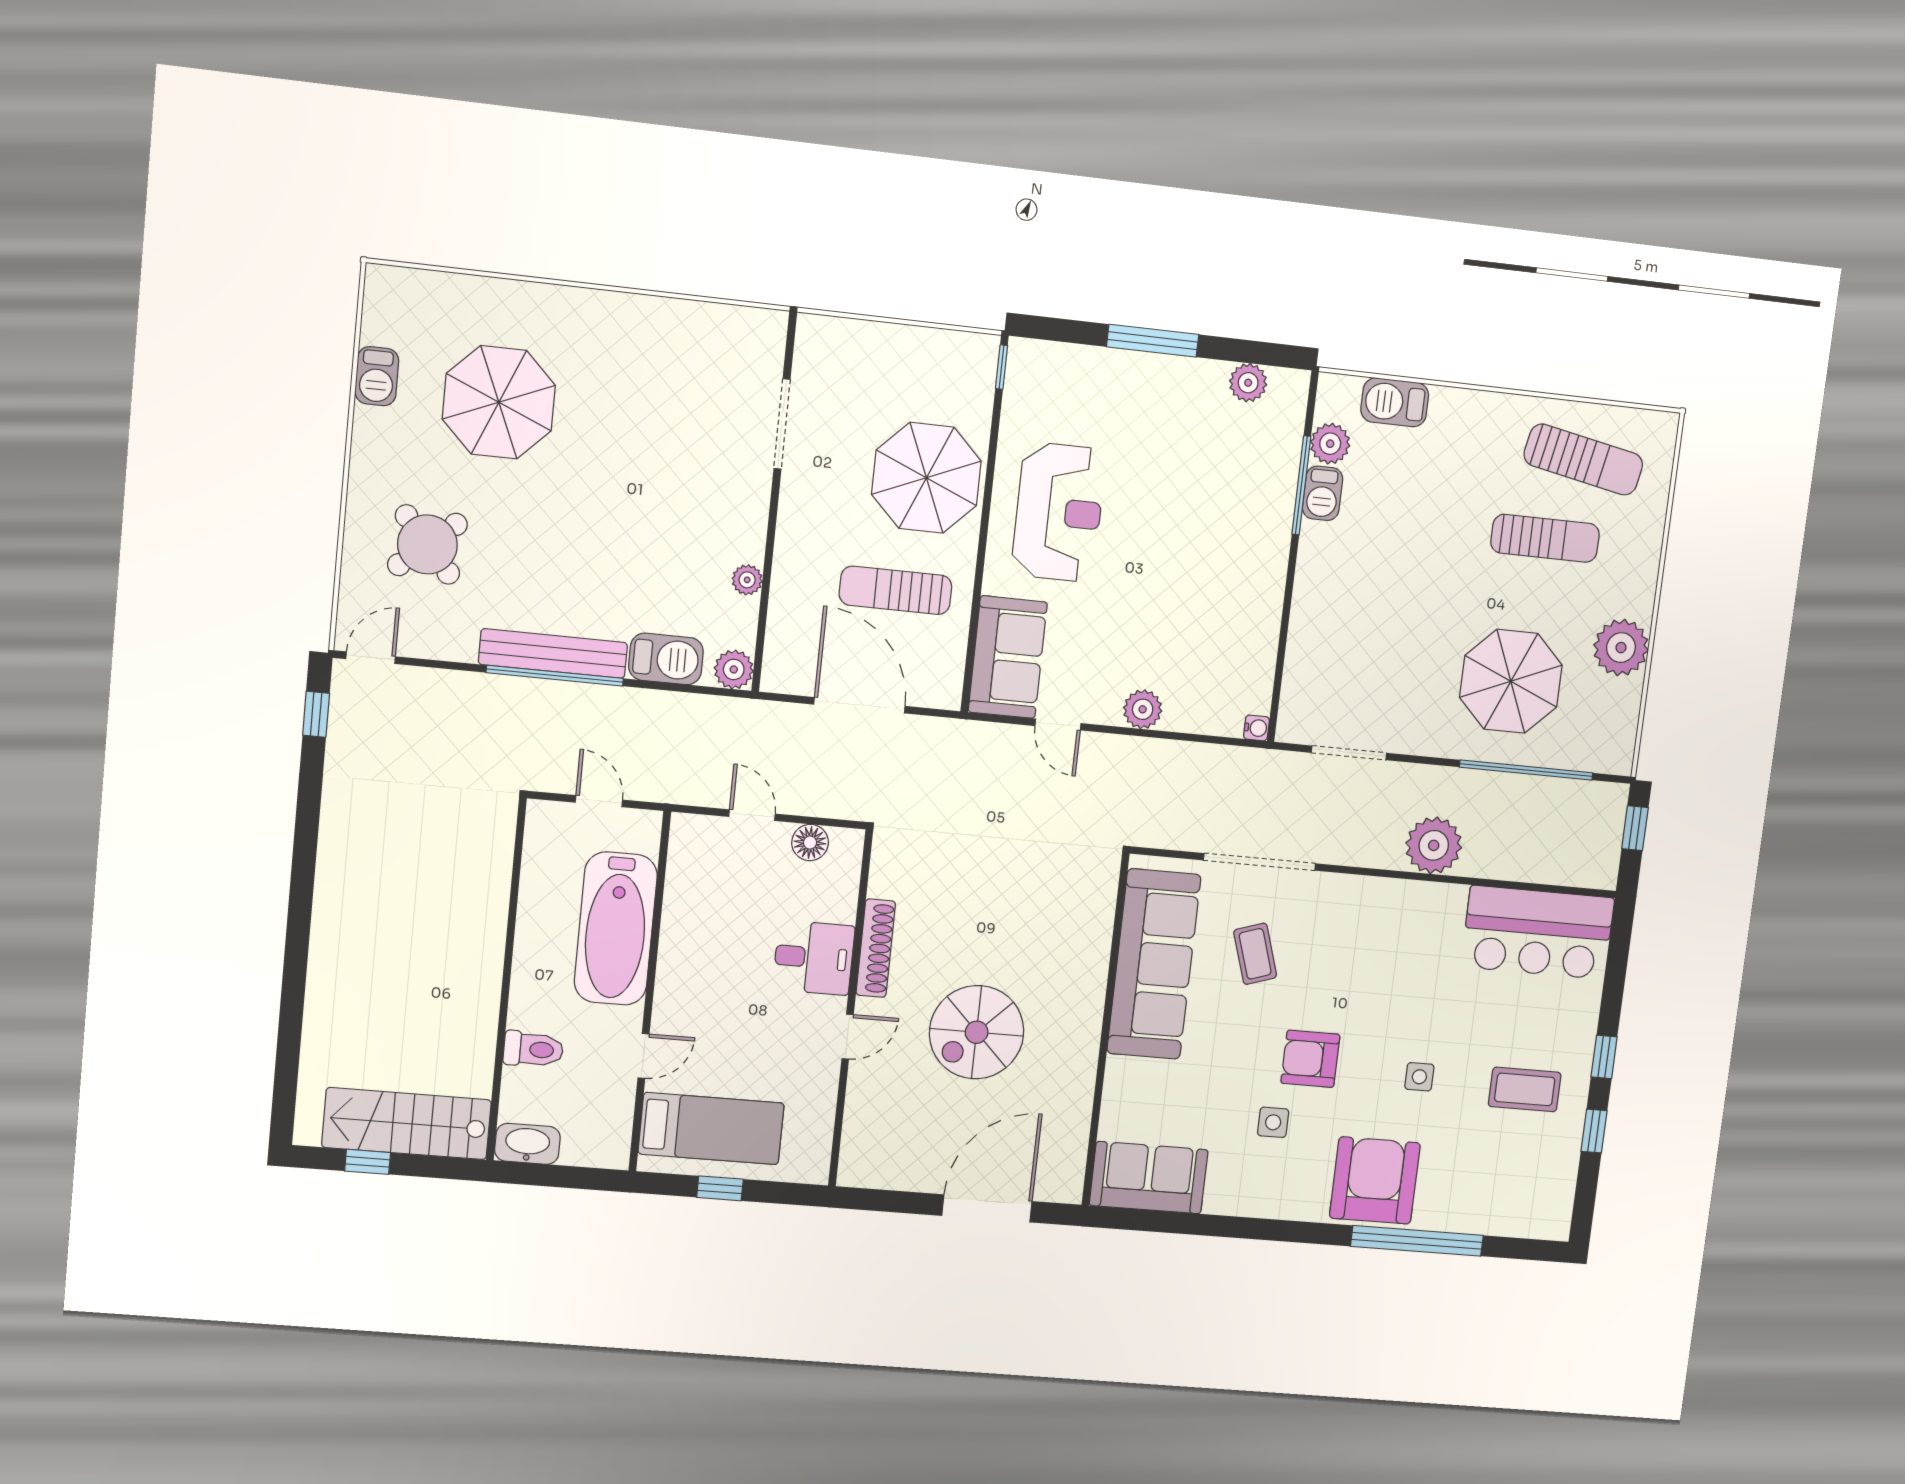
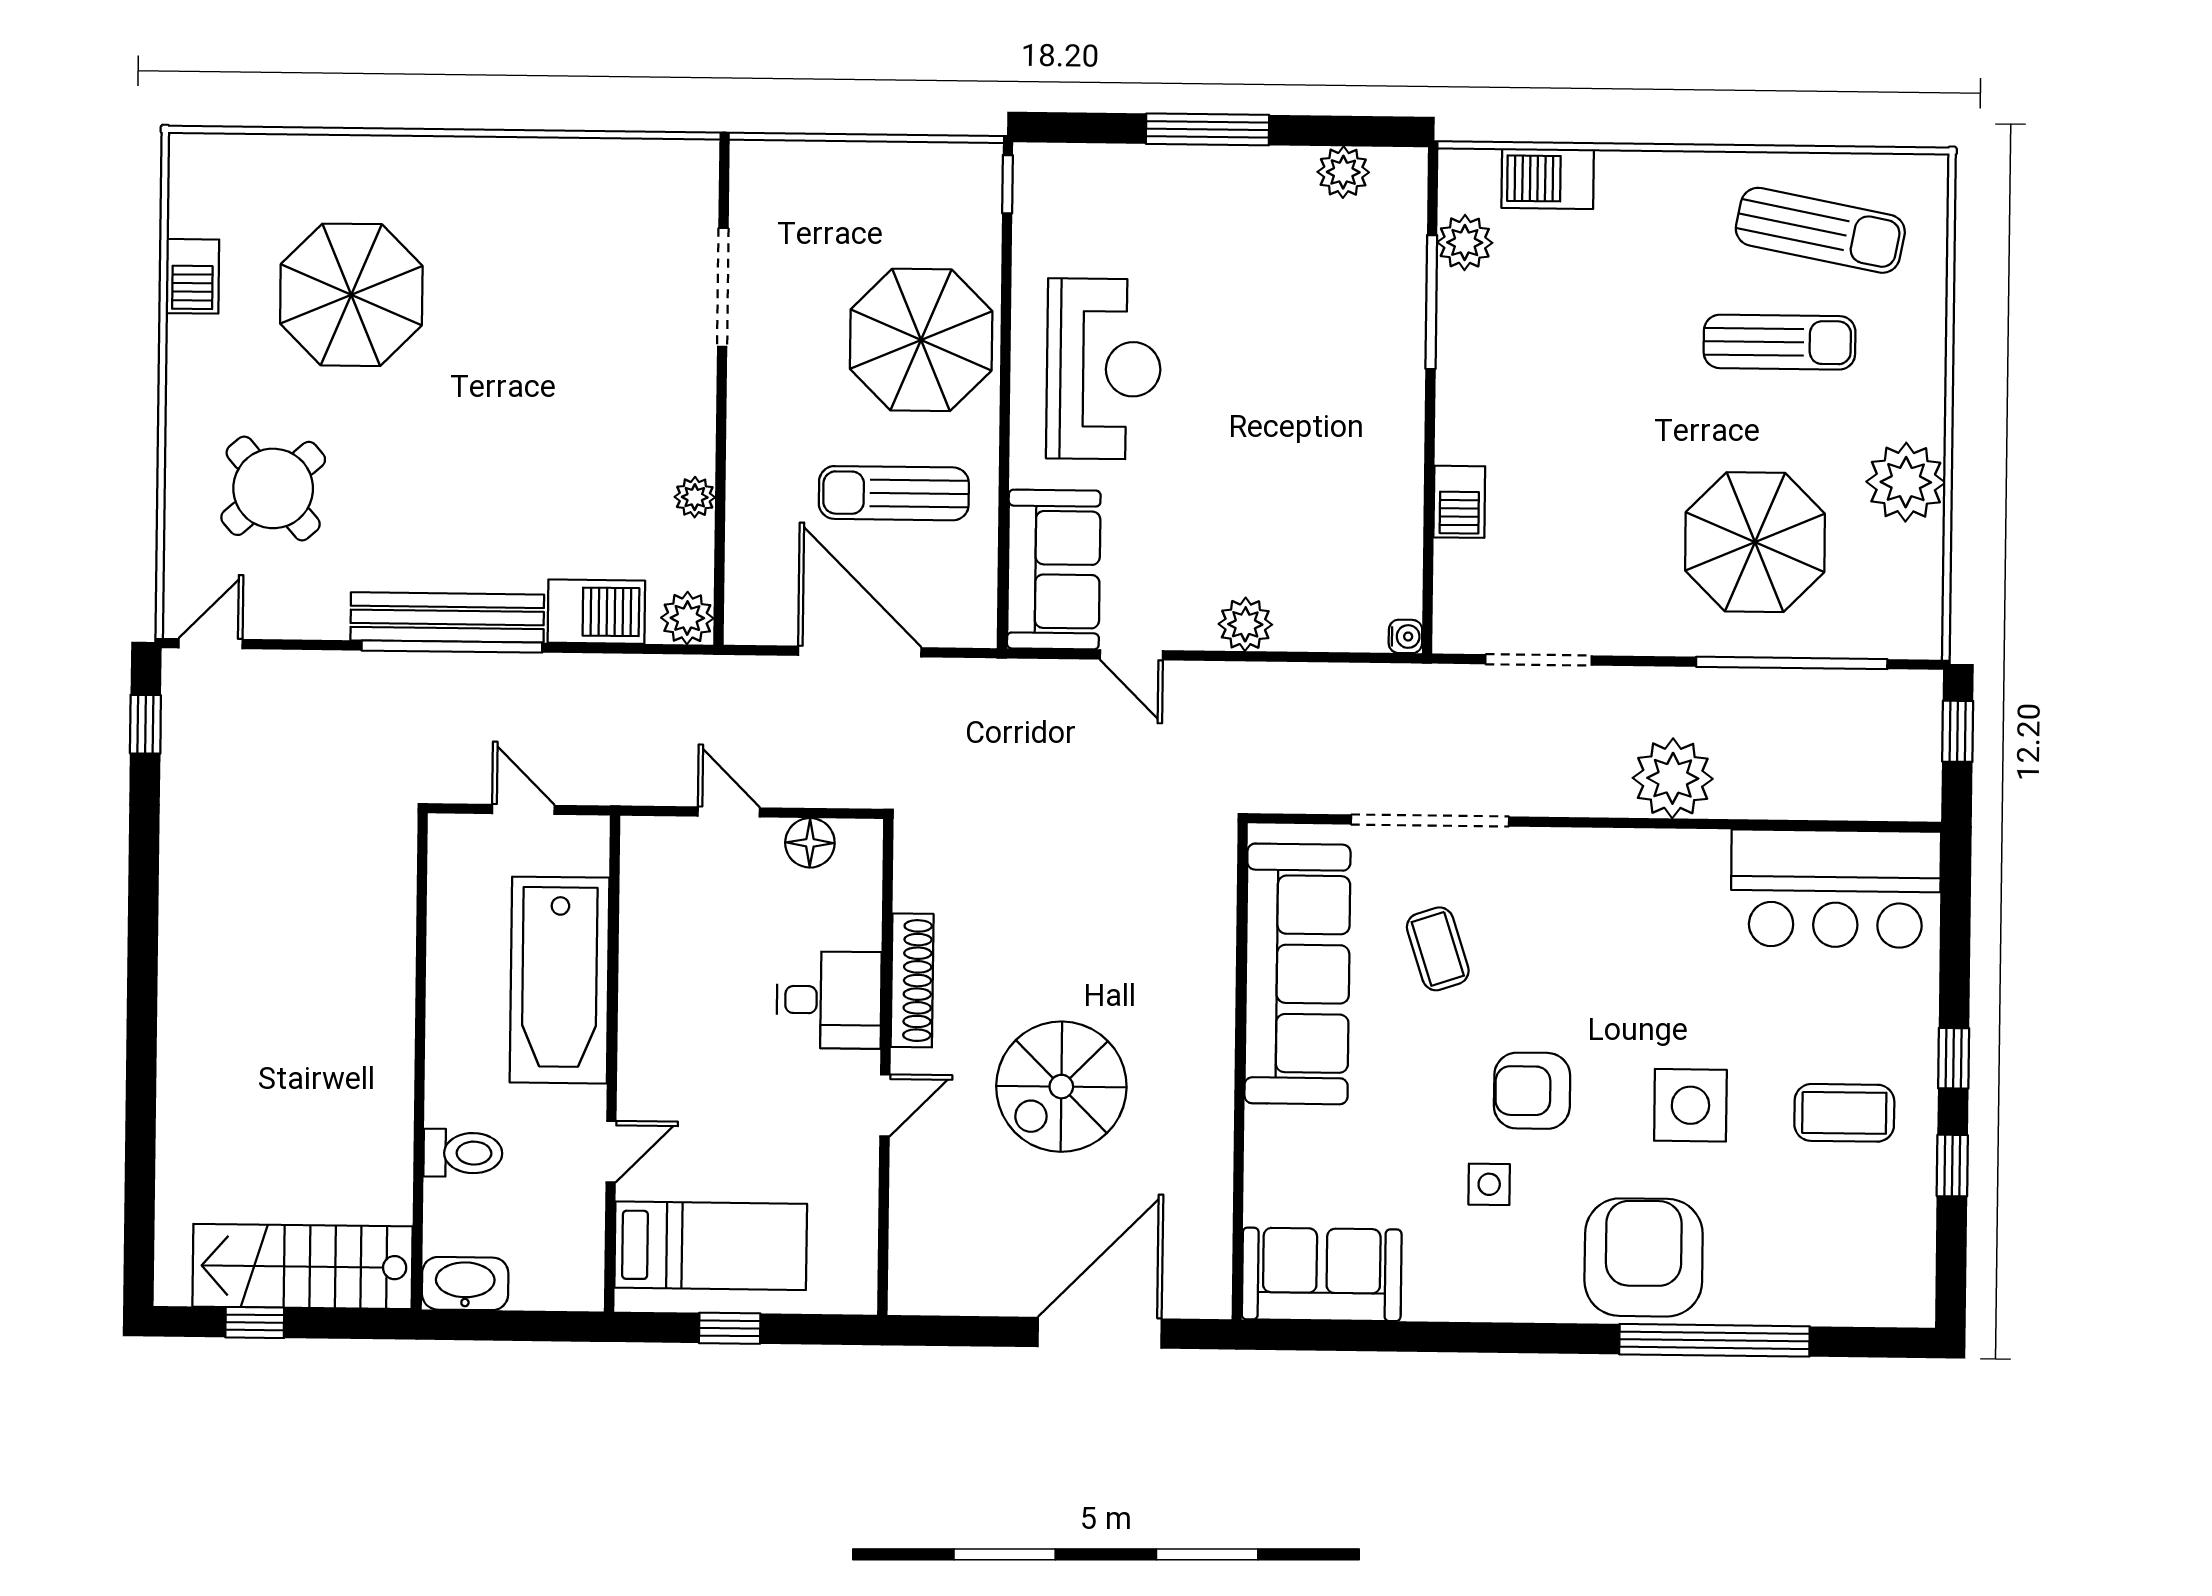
barbecue: (1322, 493) -> (1459, 502), moved
side table: (1419, 1077) -> (1690, 1105), width x1.87, depth x1.87

